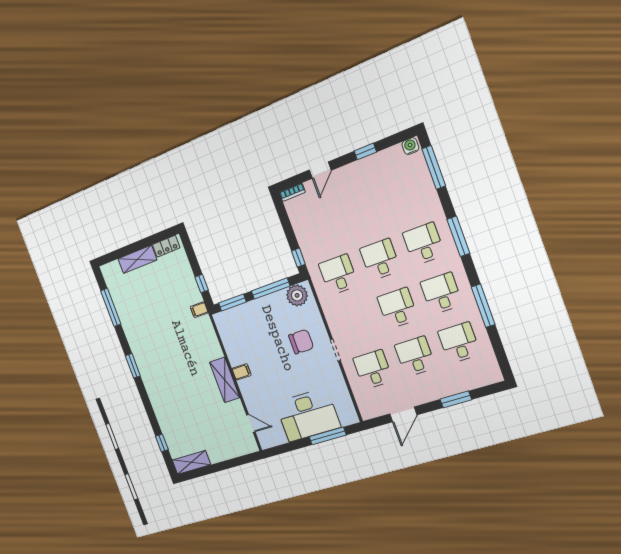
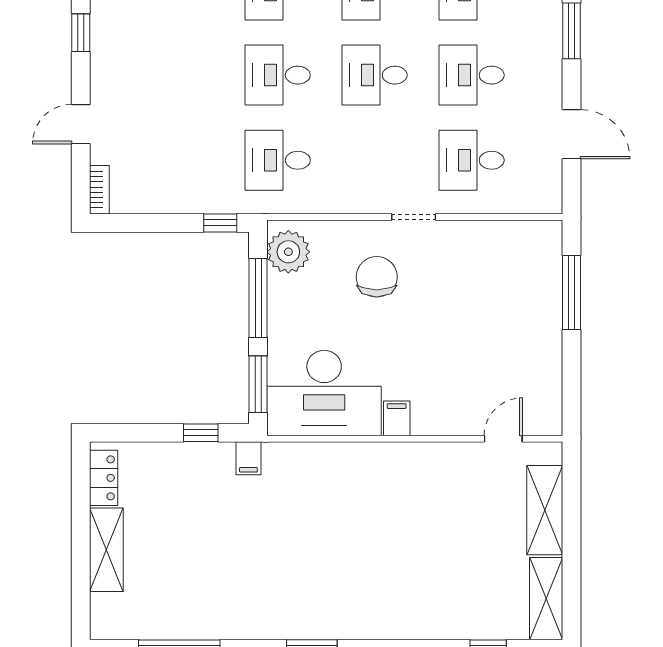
door: (320, 170) -> (81, 124), swing flipped
shelving: (225, 380) -> (545, 510), moved, turned 90
desk: (308, 415) -> (324, 393), moved, turned 90

